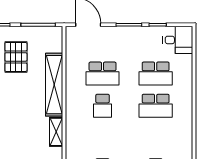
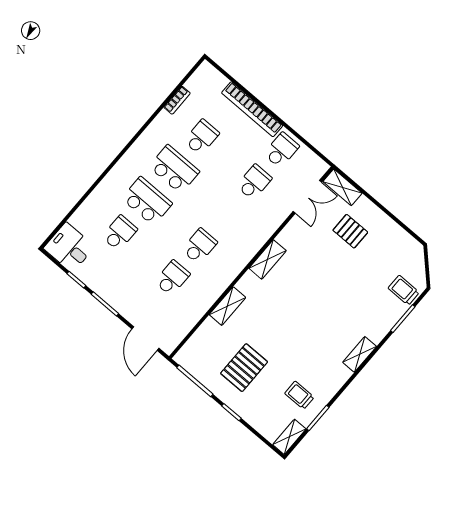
school desk: (103, 74) -> (172, 278), width x0.54
school desk: (156, 74) -> (120, 233), width x0.54
shelving: (54, 85) -> (227, 306), width x0.45, depth x0.75
school desk: (156, 138) -> (174, 169), added

